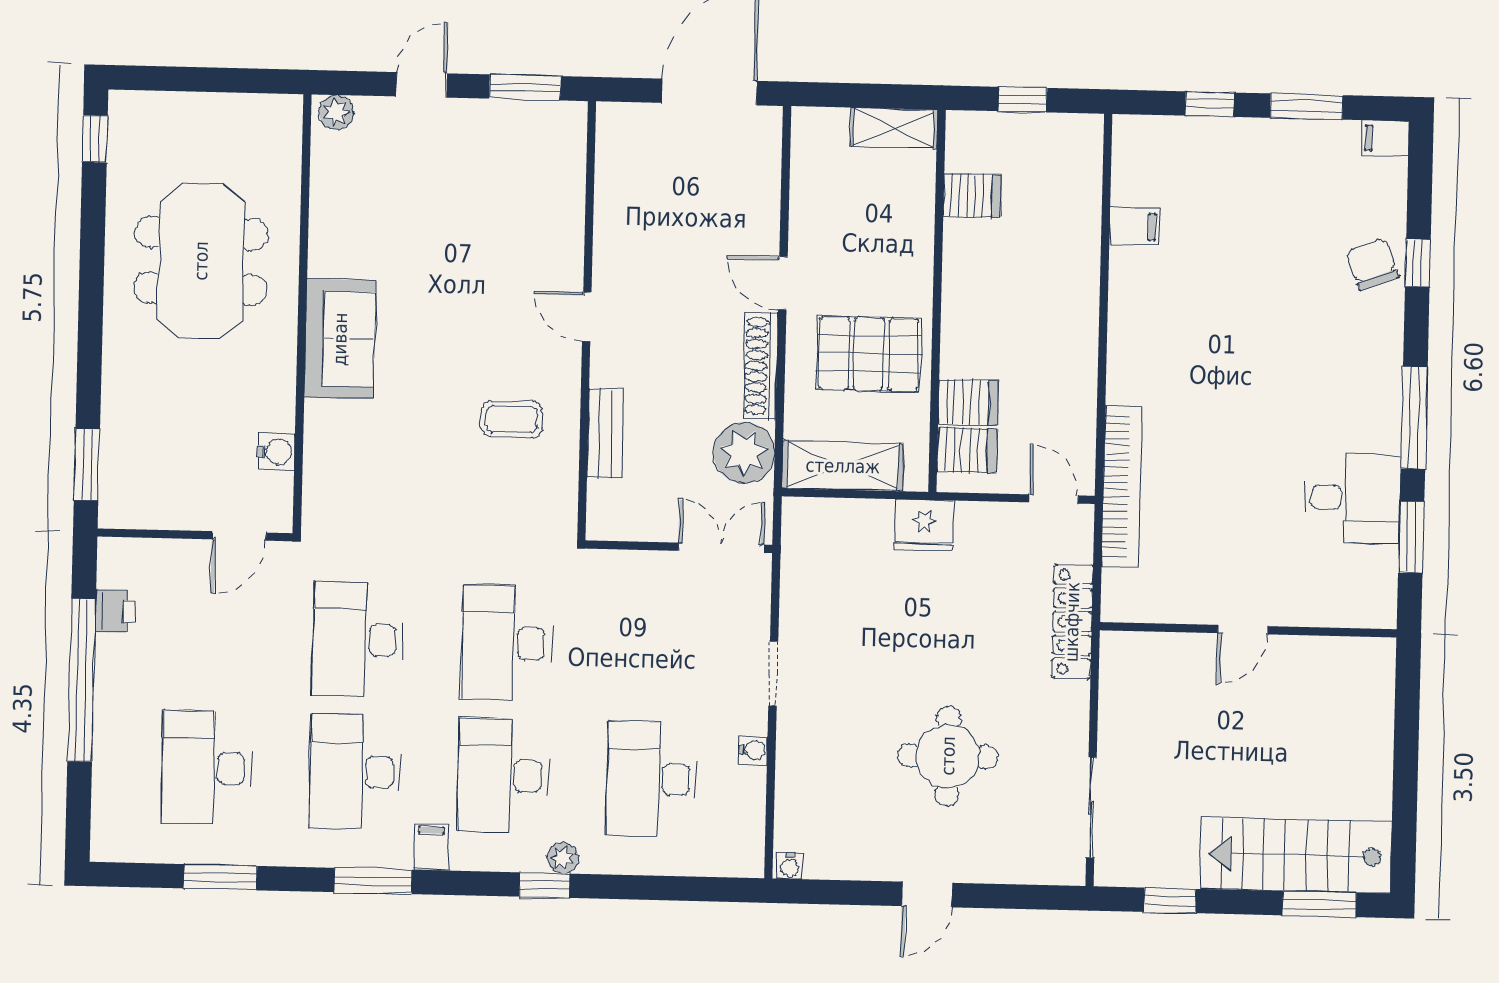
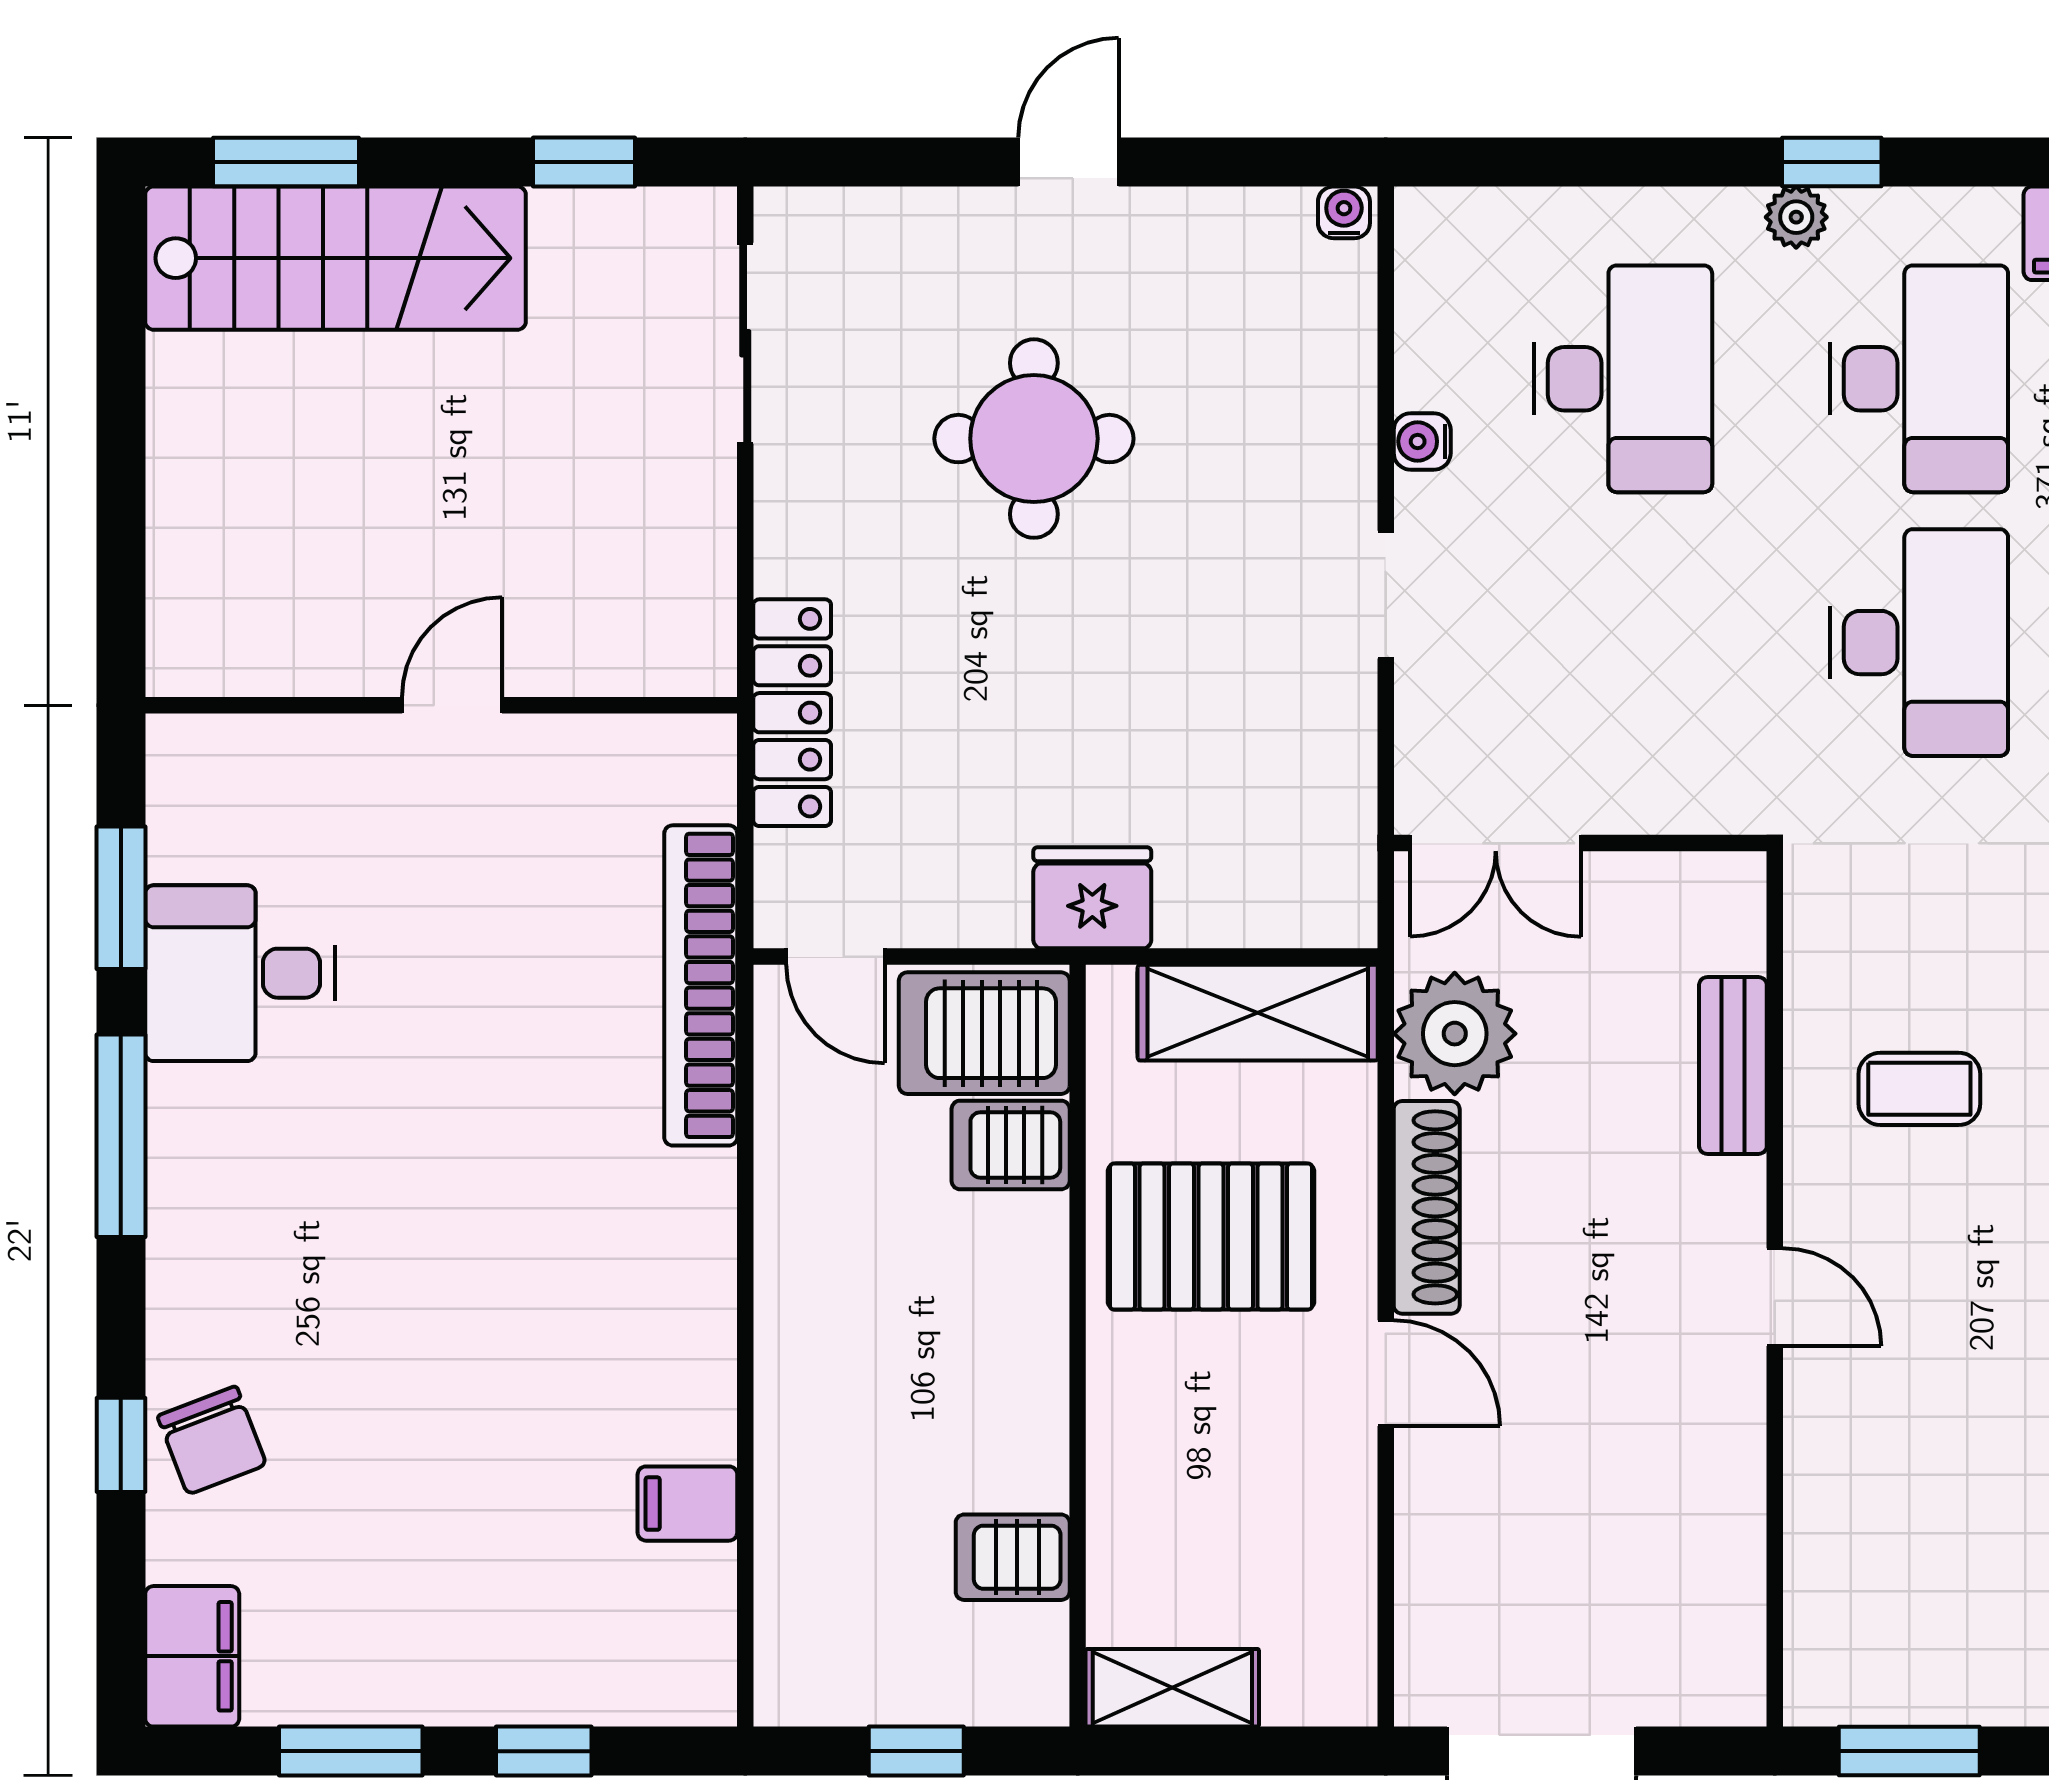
filing cabinet: (1385, 138) -> (192, 1656), width x2.00
server rack: (967, 450) -> (984, 1033), width x1.36, depth x1.44

